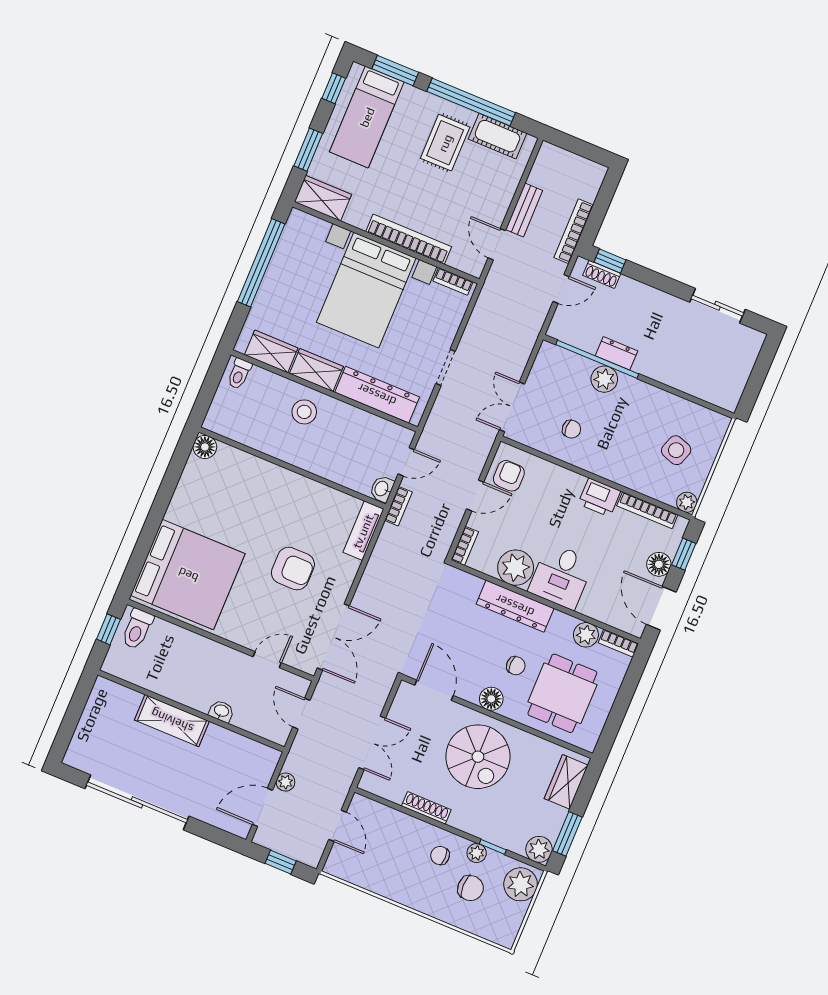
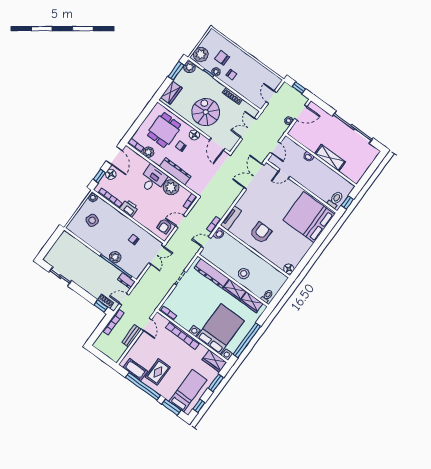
bed with nightstands: (366, 290) -> (220, 329), moved
dresser: (617, 353) -> (126, 281), moved
armchair: (293, 569) -> (261, 233), moved, turned 90

